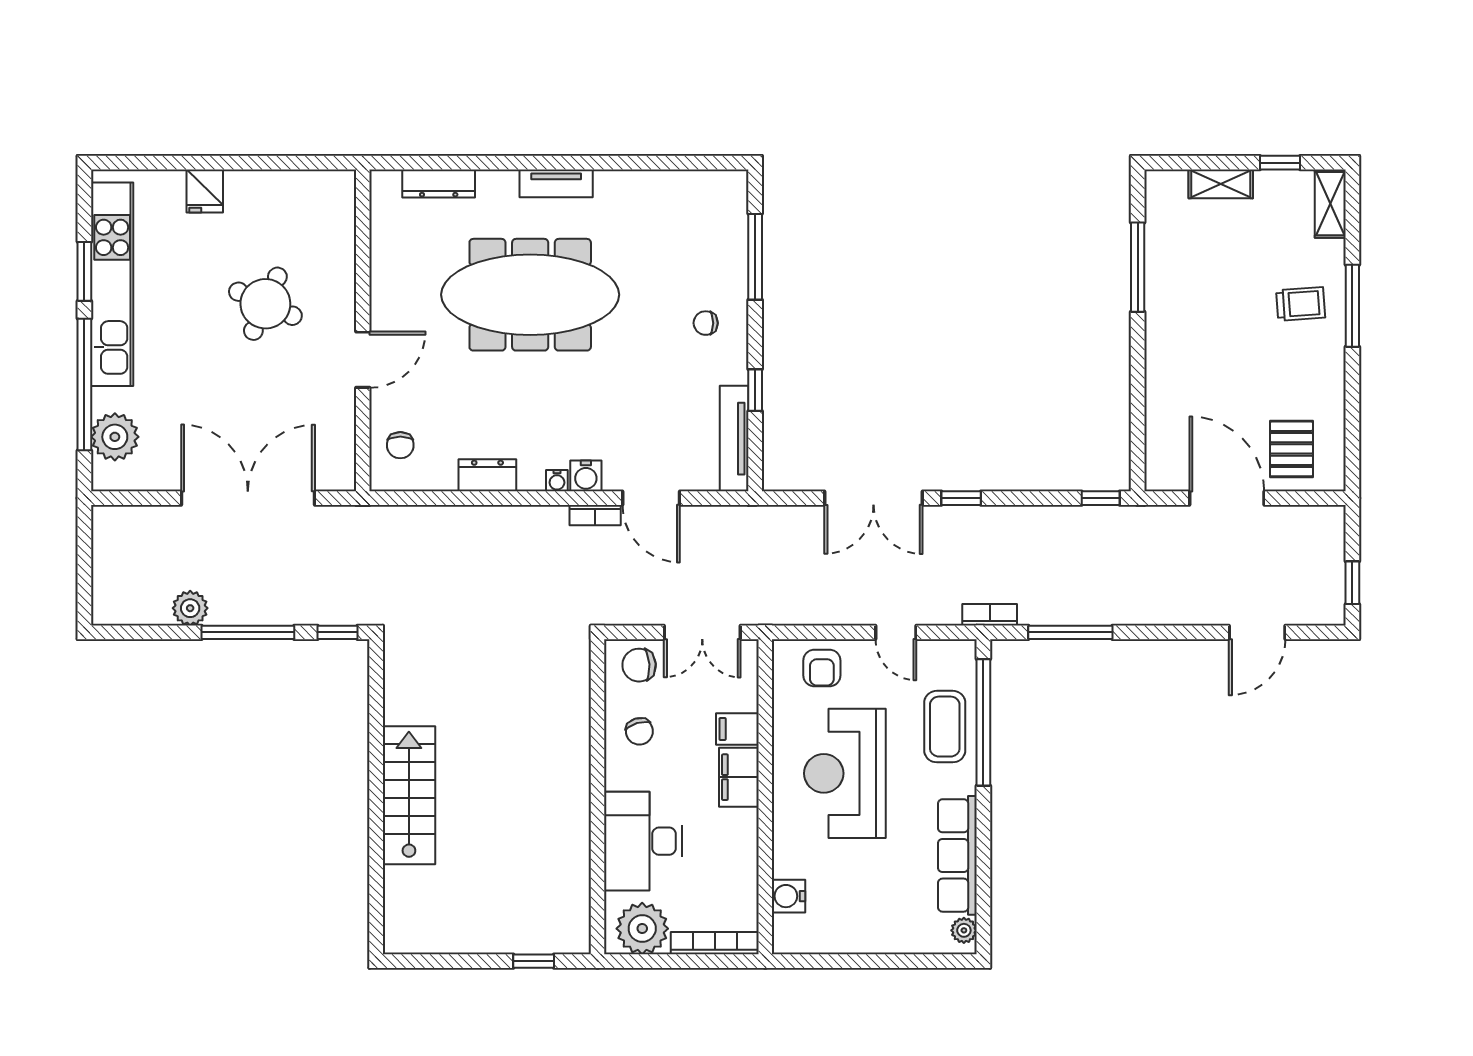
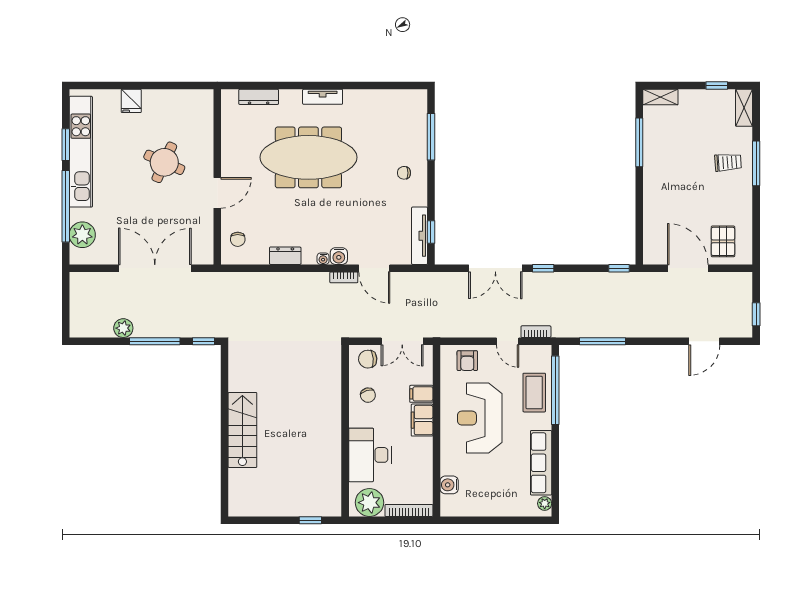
shelving: (1221, 184) -> (660, 97), moved
window: (755, 390) -> (431, 232), moved
bookcase: (990, 615) -> (536, 332), moved

